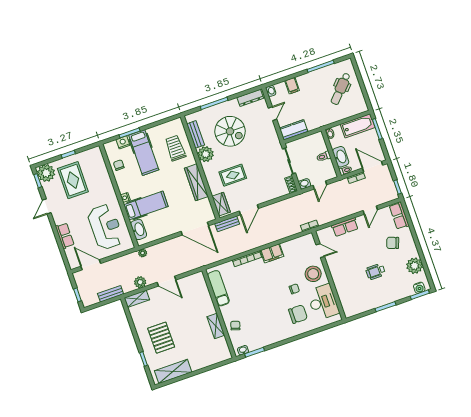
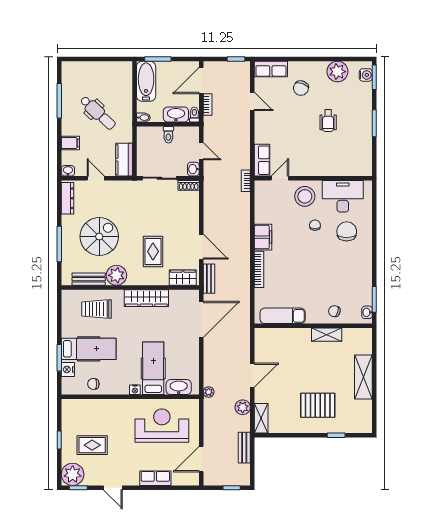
dental chair: (341, 89) -> (98, 113), moved
rug: (73, 180) -> (92, 445), width x0.73, depth x0.70
row of seats: (345, 227) -> (262, 160), moved
shelving: (173, 371) -> (363, 377), moved

